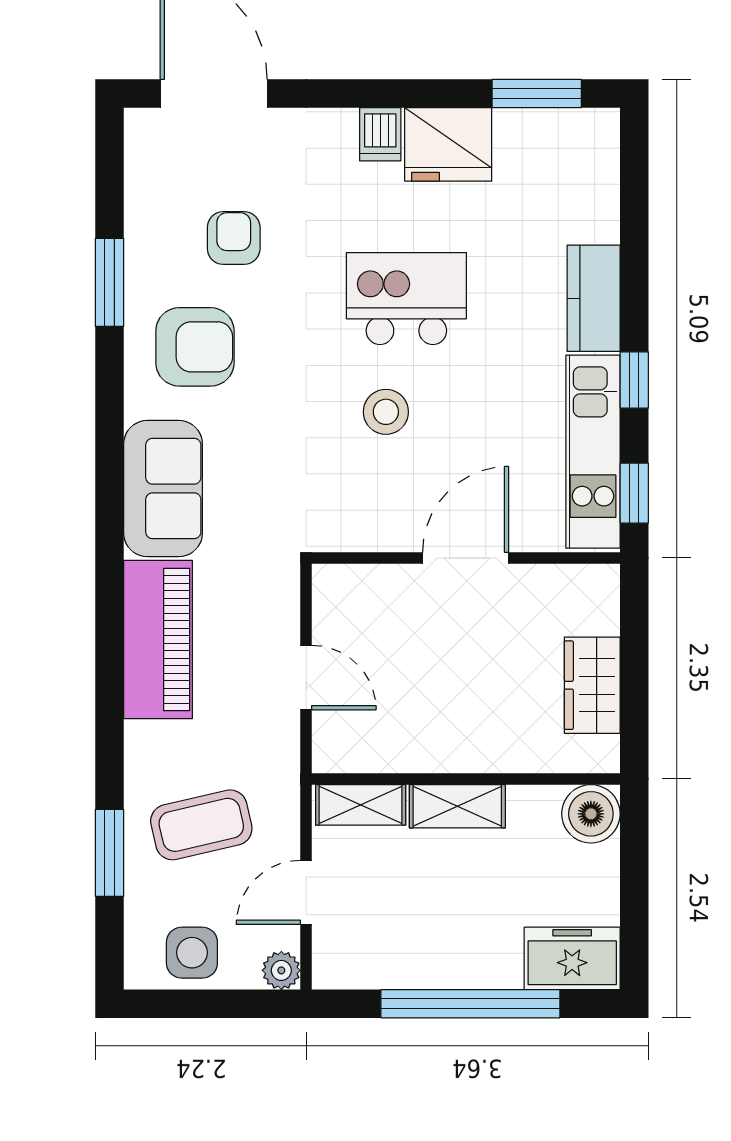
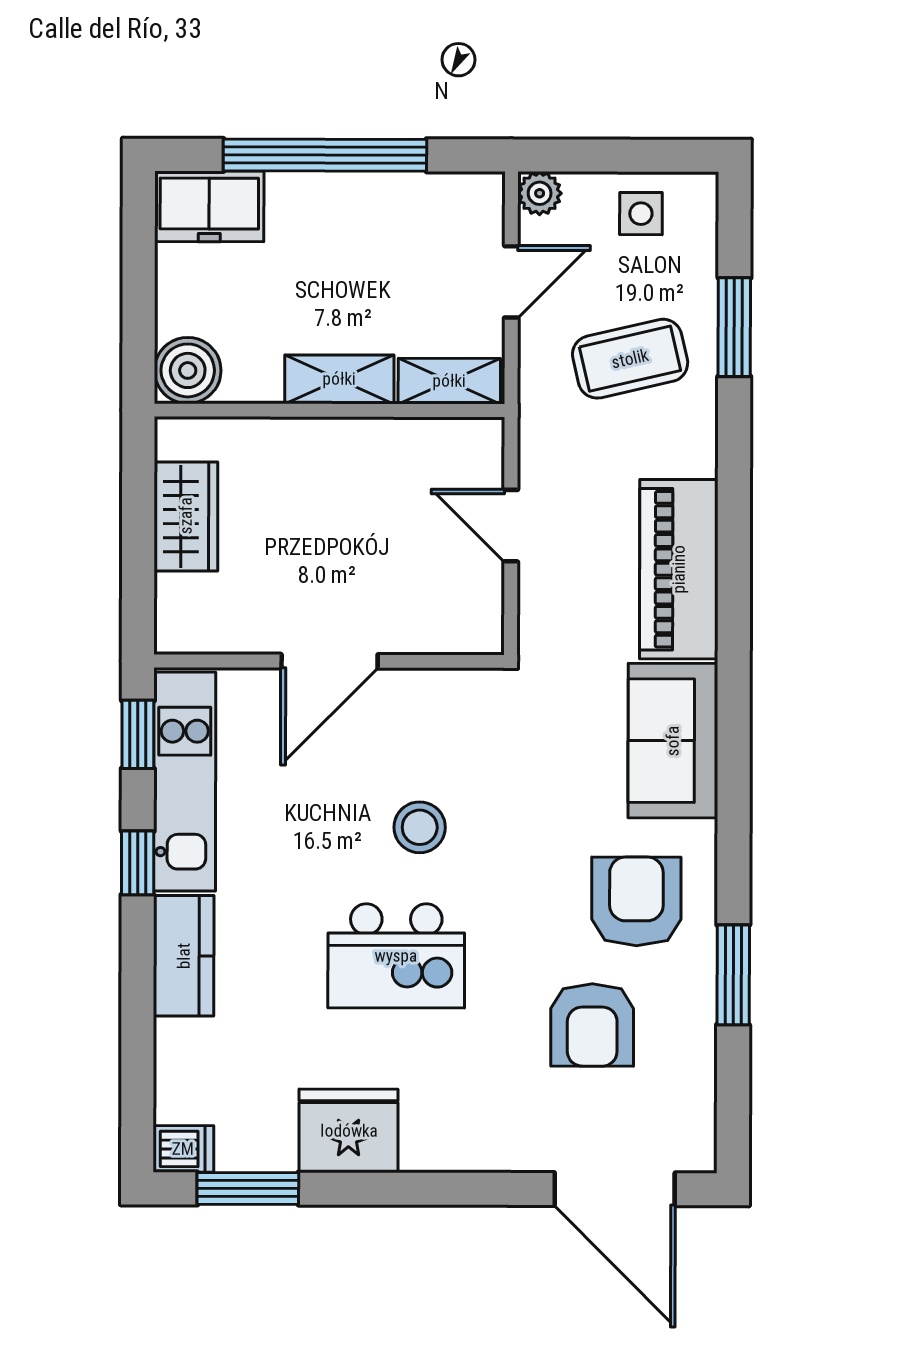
dishwasher: (380, 134) -> (183, 1149), moved, turned 90
armchair: (234, 238) -> (592, 1025), width x1.38, depth x1.38
armchair: (195, 347) -> (636, 901), turned 90
side table: (192, 953) -> (641, 214), width x0.73, depth x0.73

